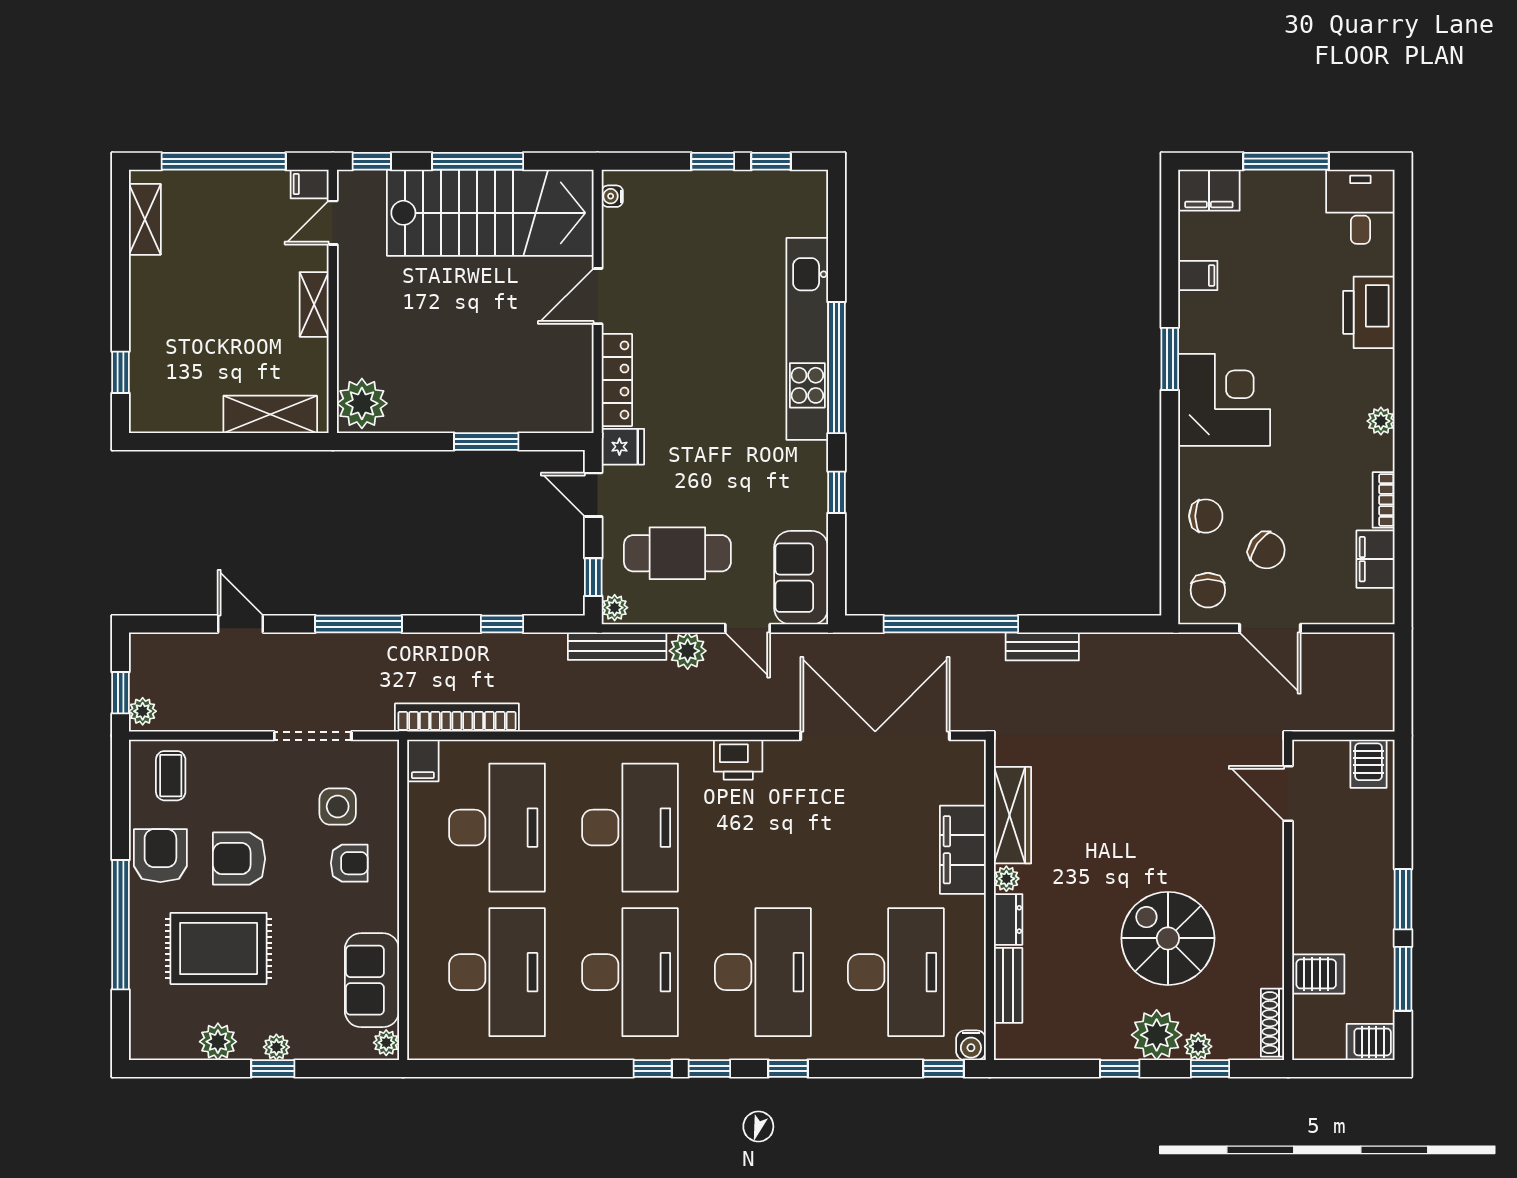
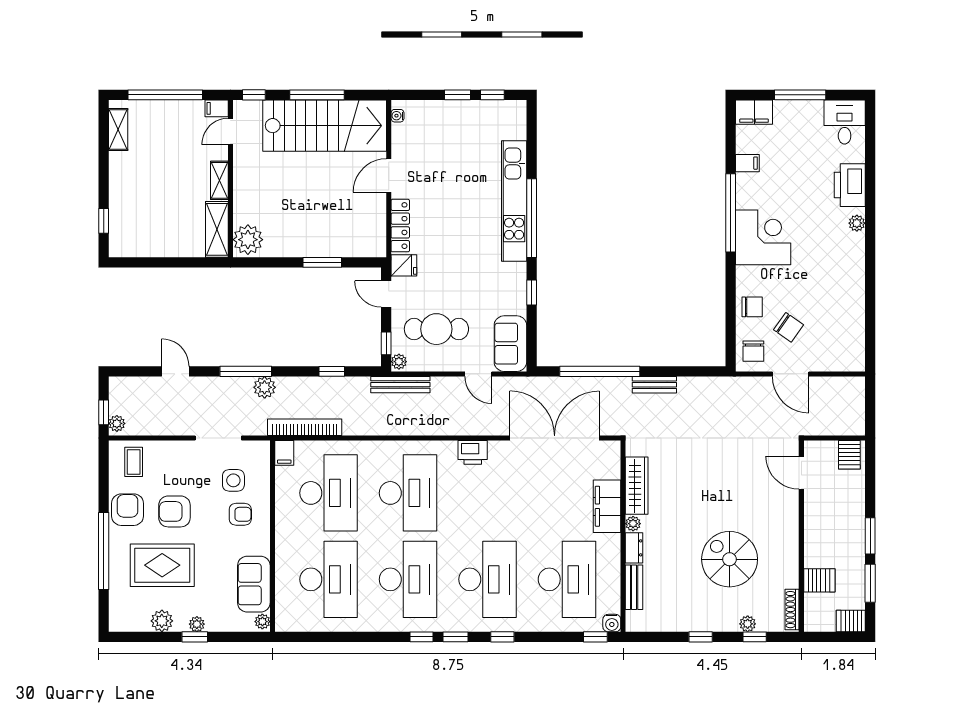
window: (1170, 359) -> (731, 213), width x2.11
shelving: (270, 414) -> (217, 229), moved, turned 90
plant: (1381, 421) -> (857, 223), moved
bookcase: (1384, 500) -> (858, 297), removed
filing cabinet: (1376, 559) -> (854, 333), removed
plant: (688, 651) -> (265, 387), moved
plant: (1157, 1035) -> (723, 617), removed

